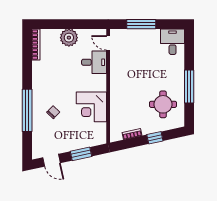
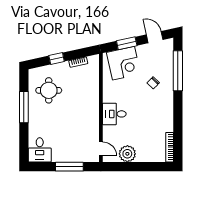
plant: (69, 38) -> (127, 154), moved
desk: (94, 62) -> (114, 114), moved
corner desk: (91, 107) -> (123, 63), moved, turned 78
window: (27, 110) -> (178, 71), moved

